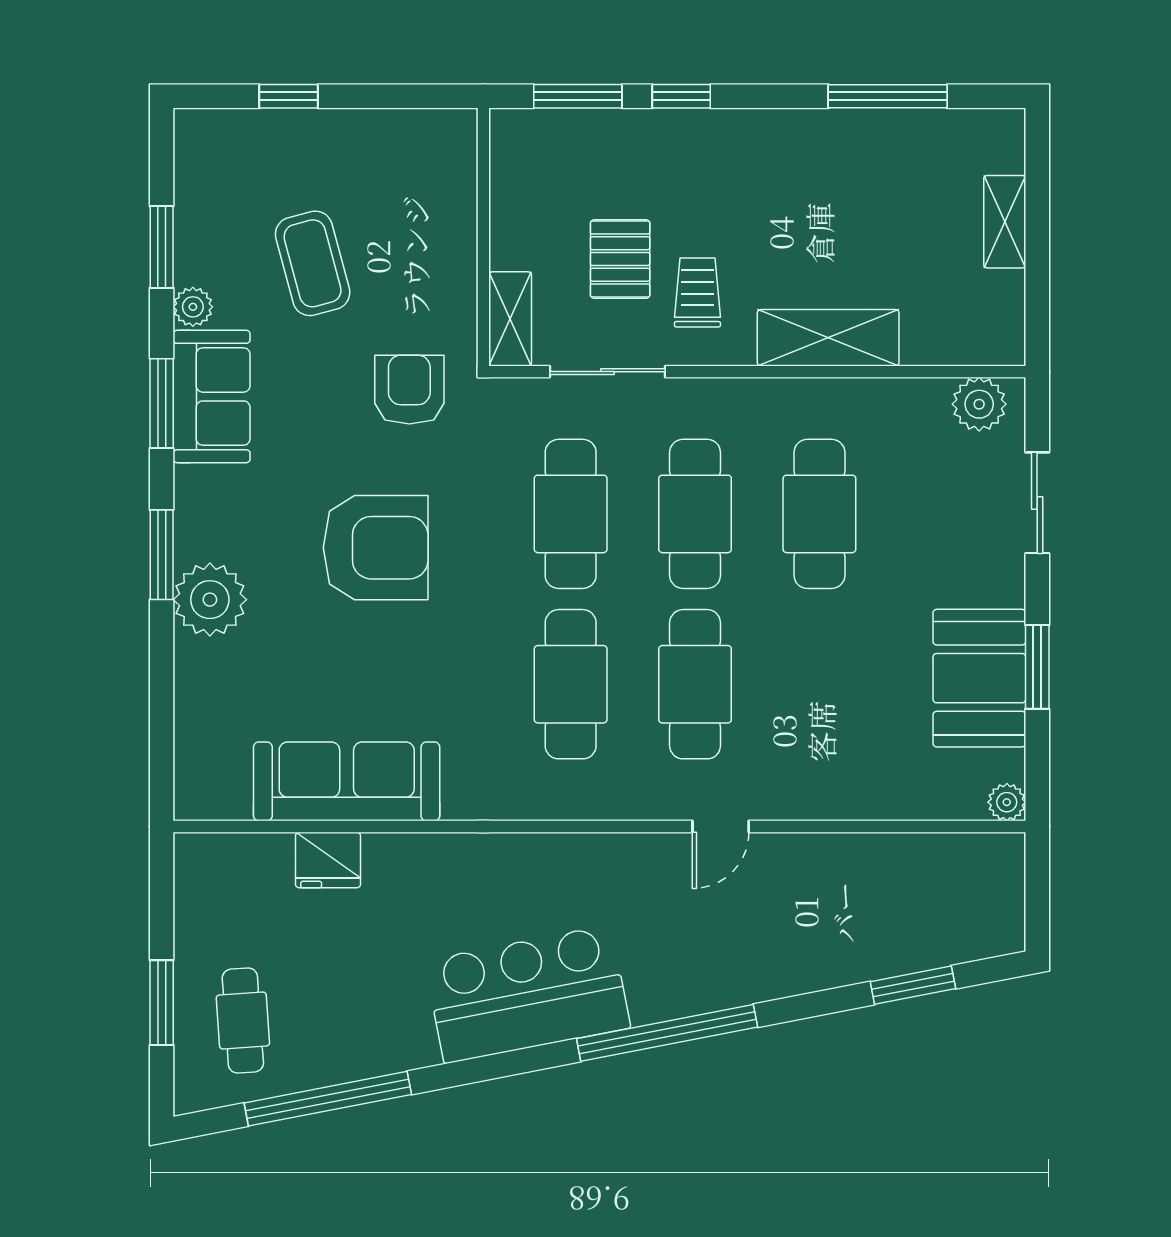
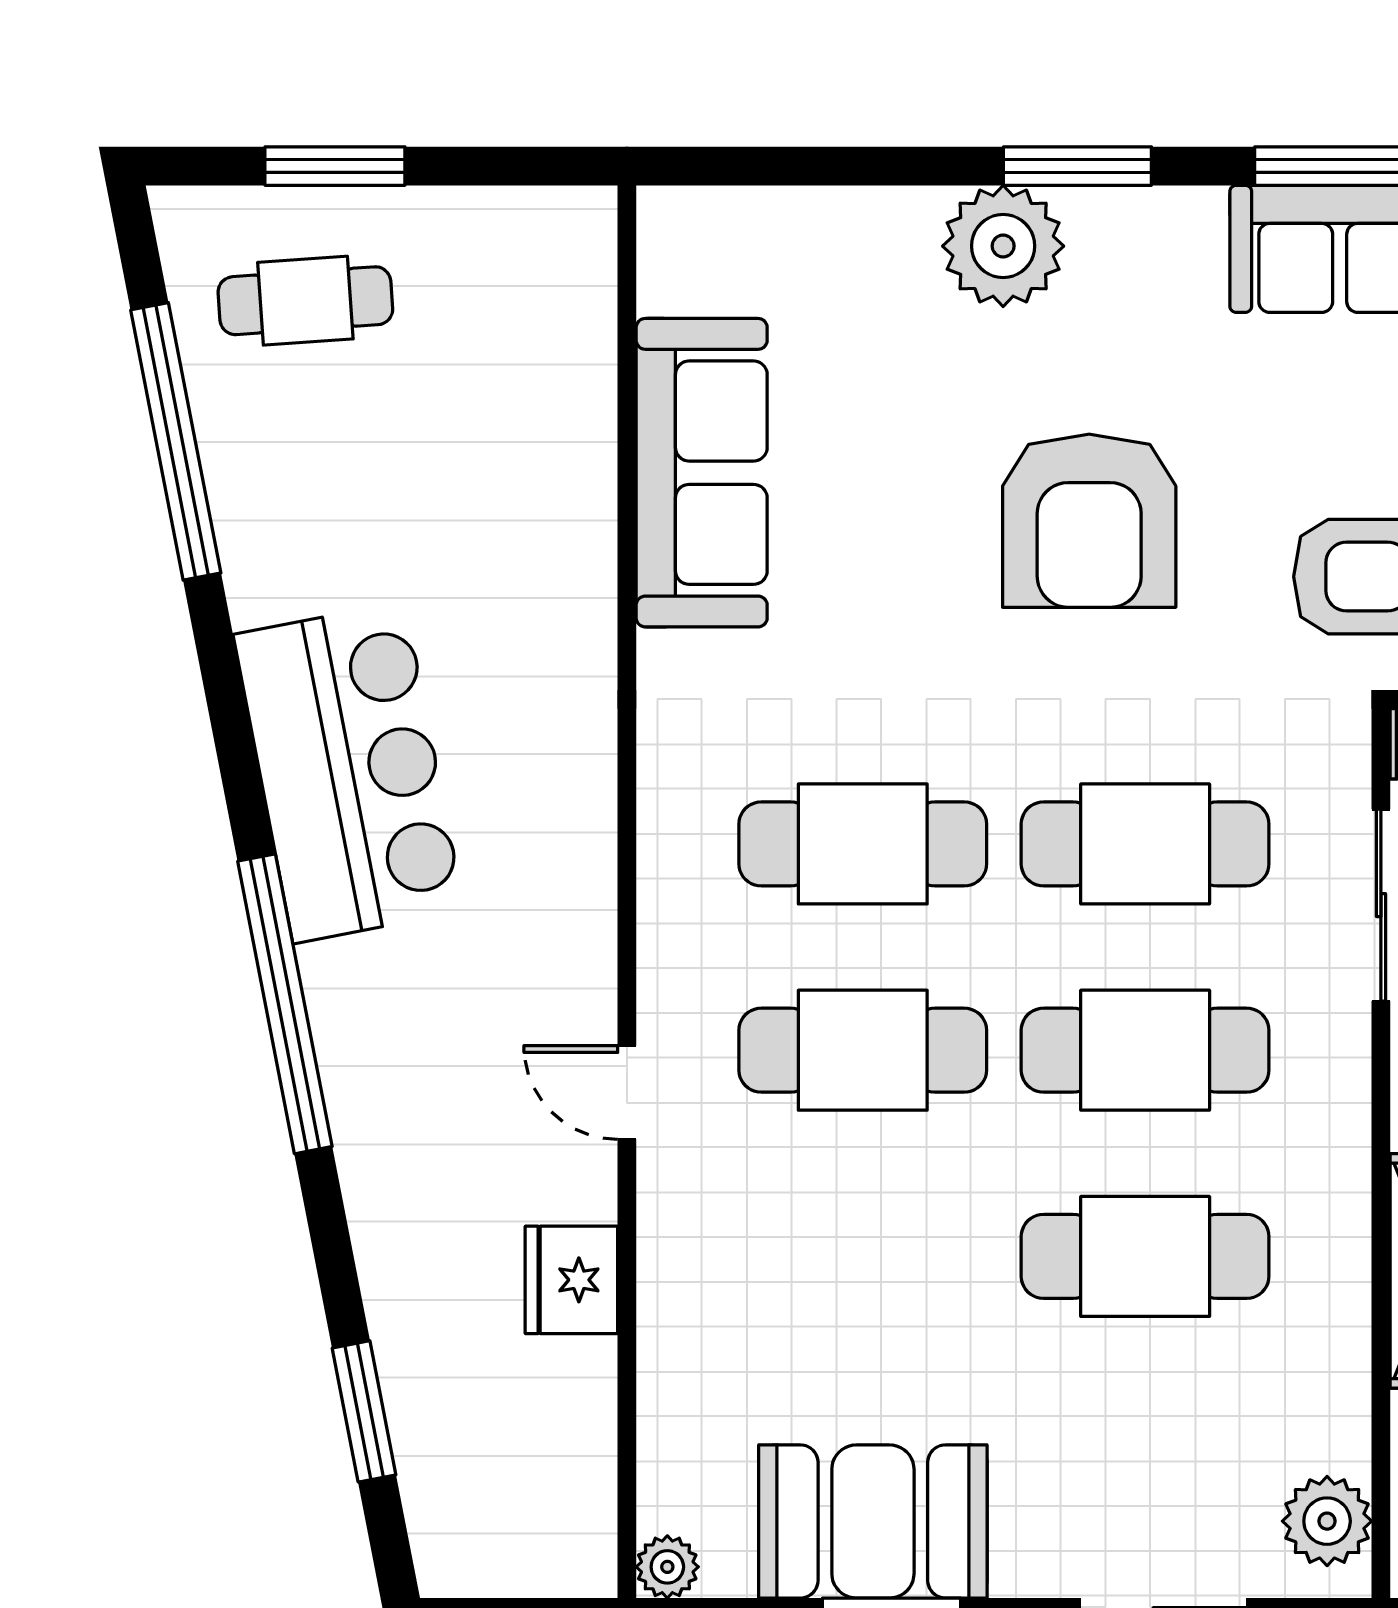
fridge: (328, 860) -> (571, 1280), moved

